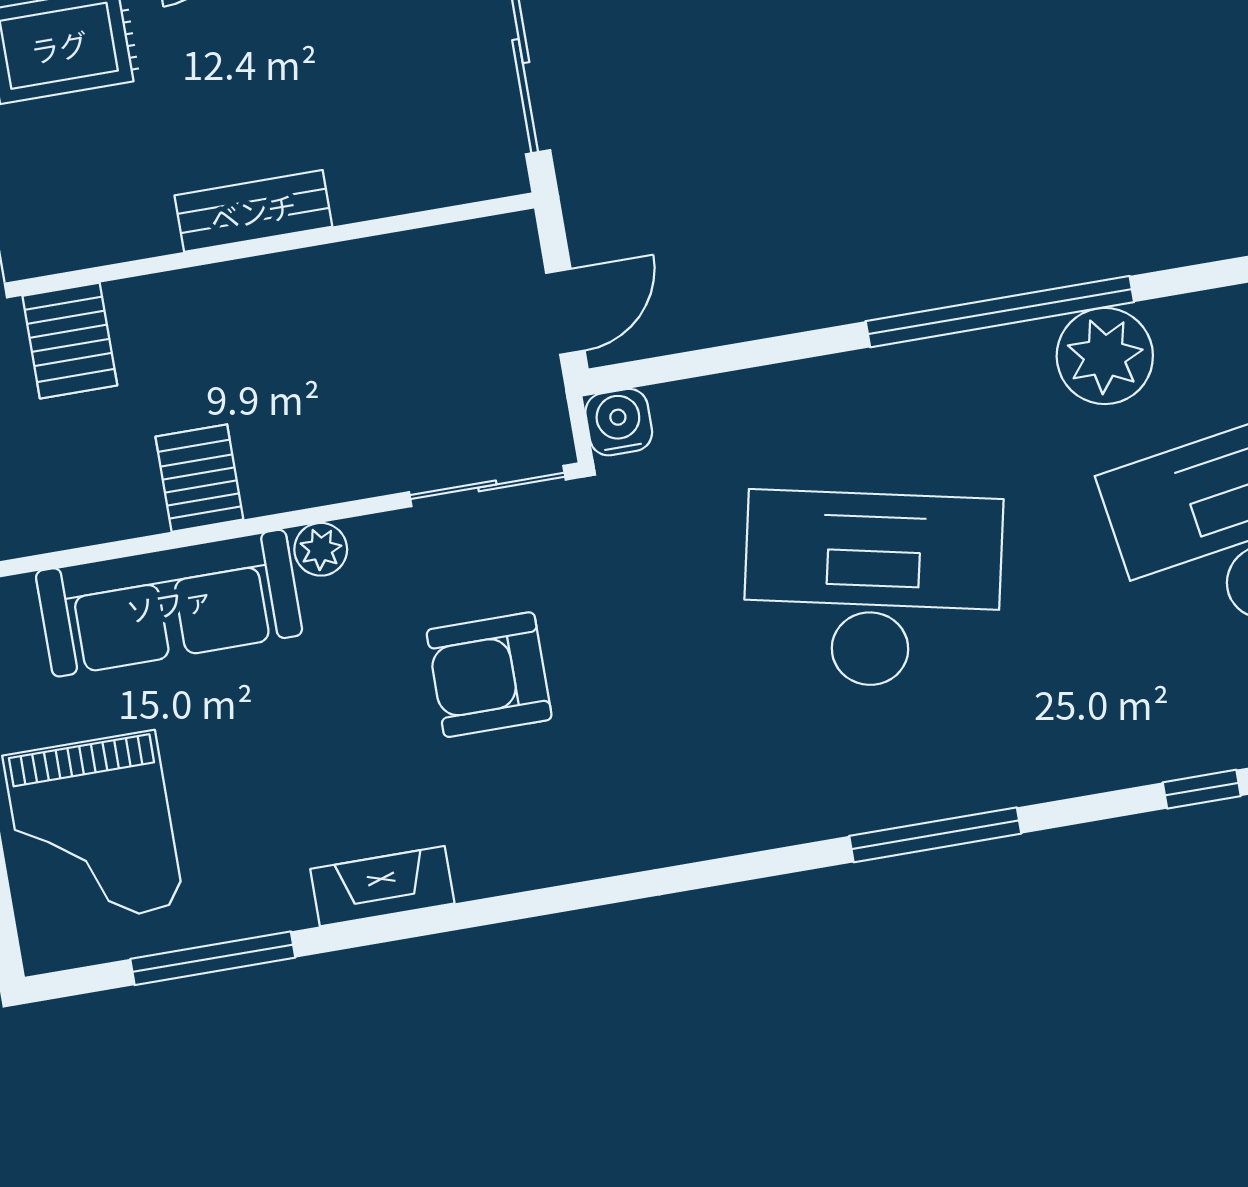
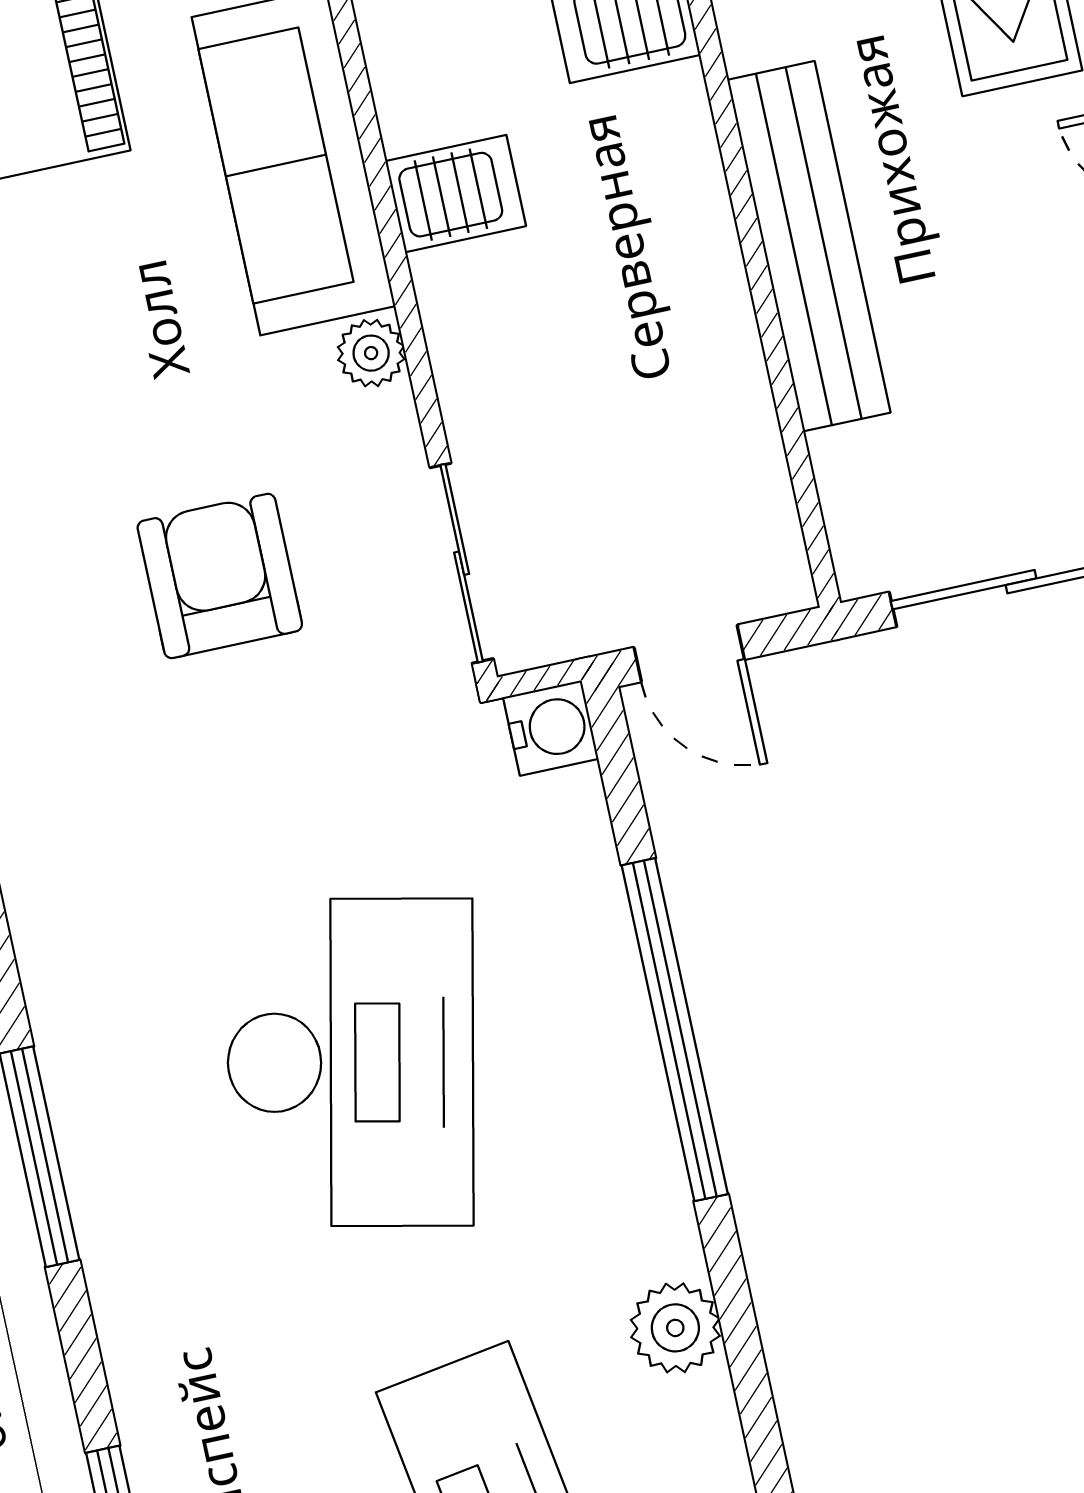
bench: (253, 211) -> (809, 246), width x1.86, depth x1.21
window: (1000, 312) -> (675, 1030), moved
plant: (1105, 356) -> (675, 1328), width x0.73, depth x0.73

